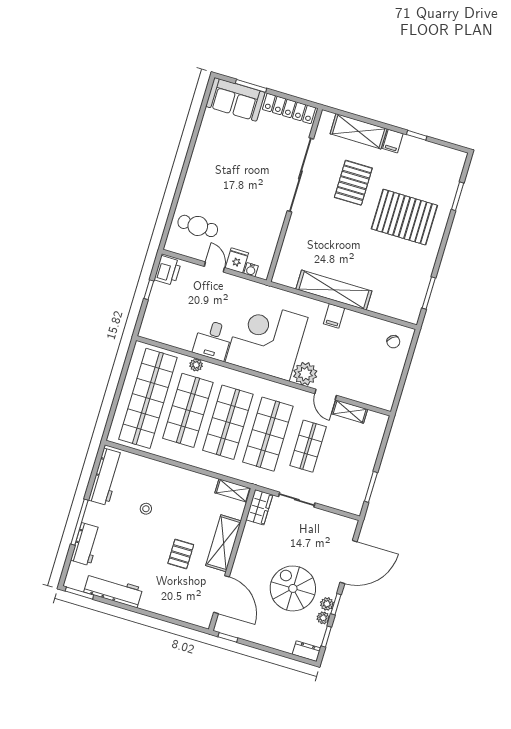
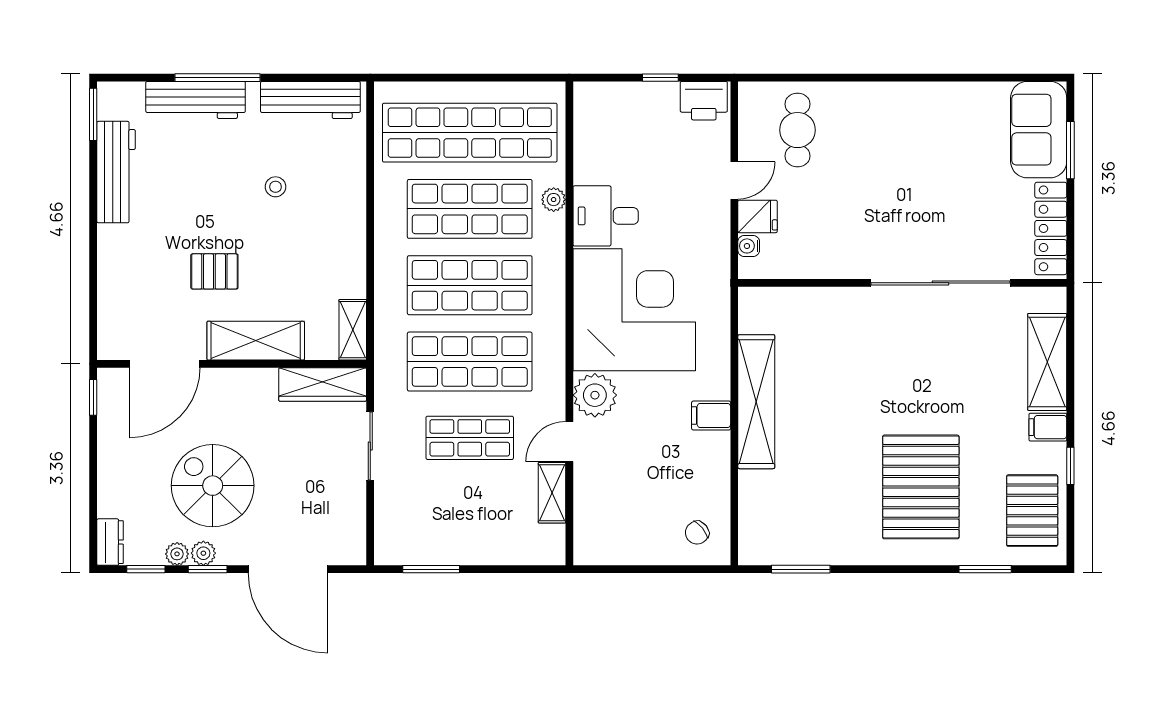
pallet: (353, 183) -> (1032, 511), moved, turned 90
wardrobe: (259, 507) -> (323, 384), width x1.50
workbench: (86, 544) -> (196, 100), width x1.38
spiral stairs: (293, 588) -> (213, 486), turned -90

